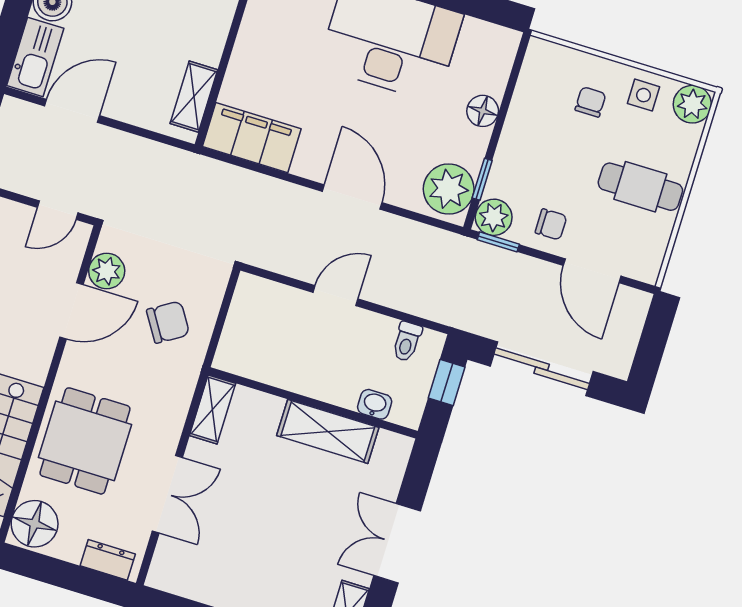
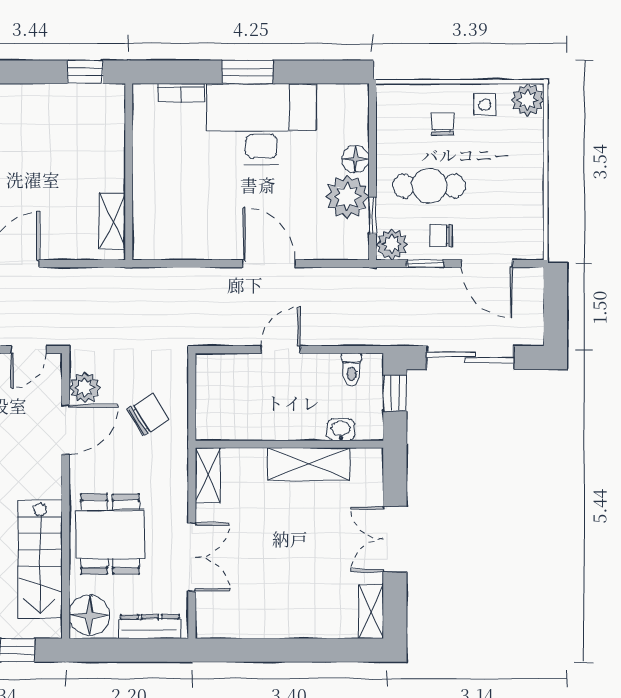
filing cabinet: (252, 138) -> (171, 240), removed
cafe table: (640, 187) -> (429, 186), moved
plant: (449, 189) -> (347, 197), moved
chair: (551, 224) -> (441, 236), turned 180
window: (498, 242) -> (425, 264), moved
dresser: (108, 560) -> (150, 627), width x1.44

